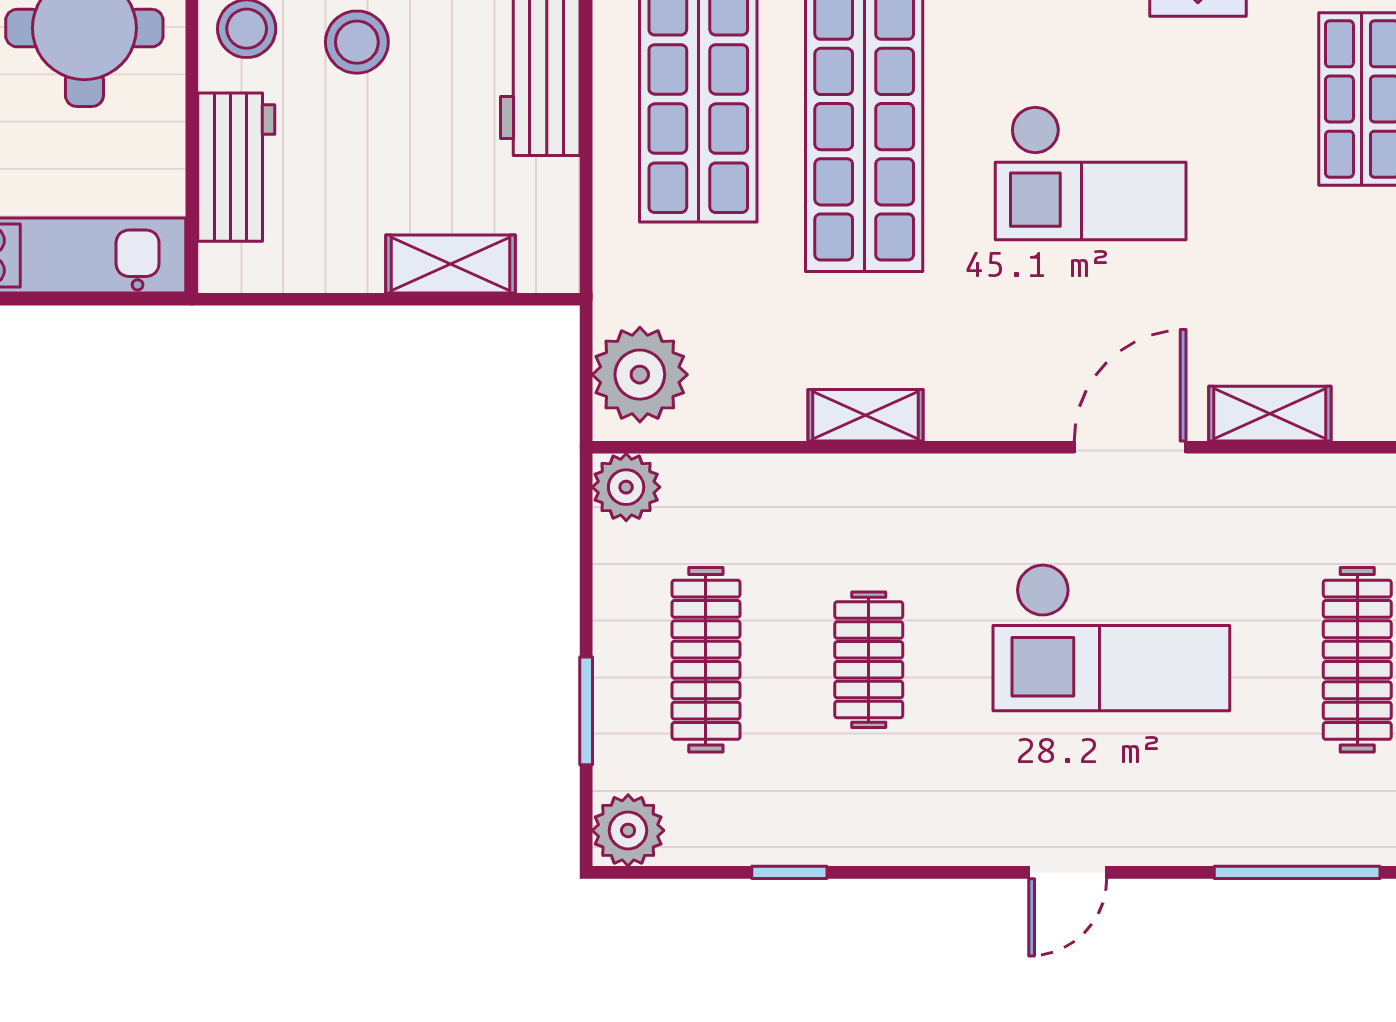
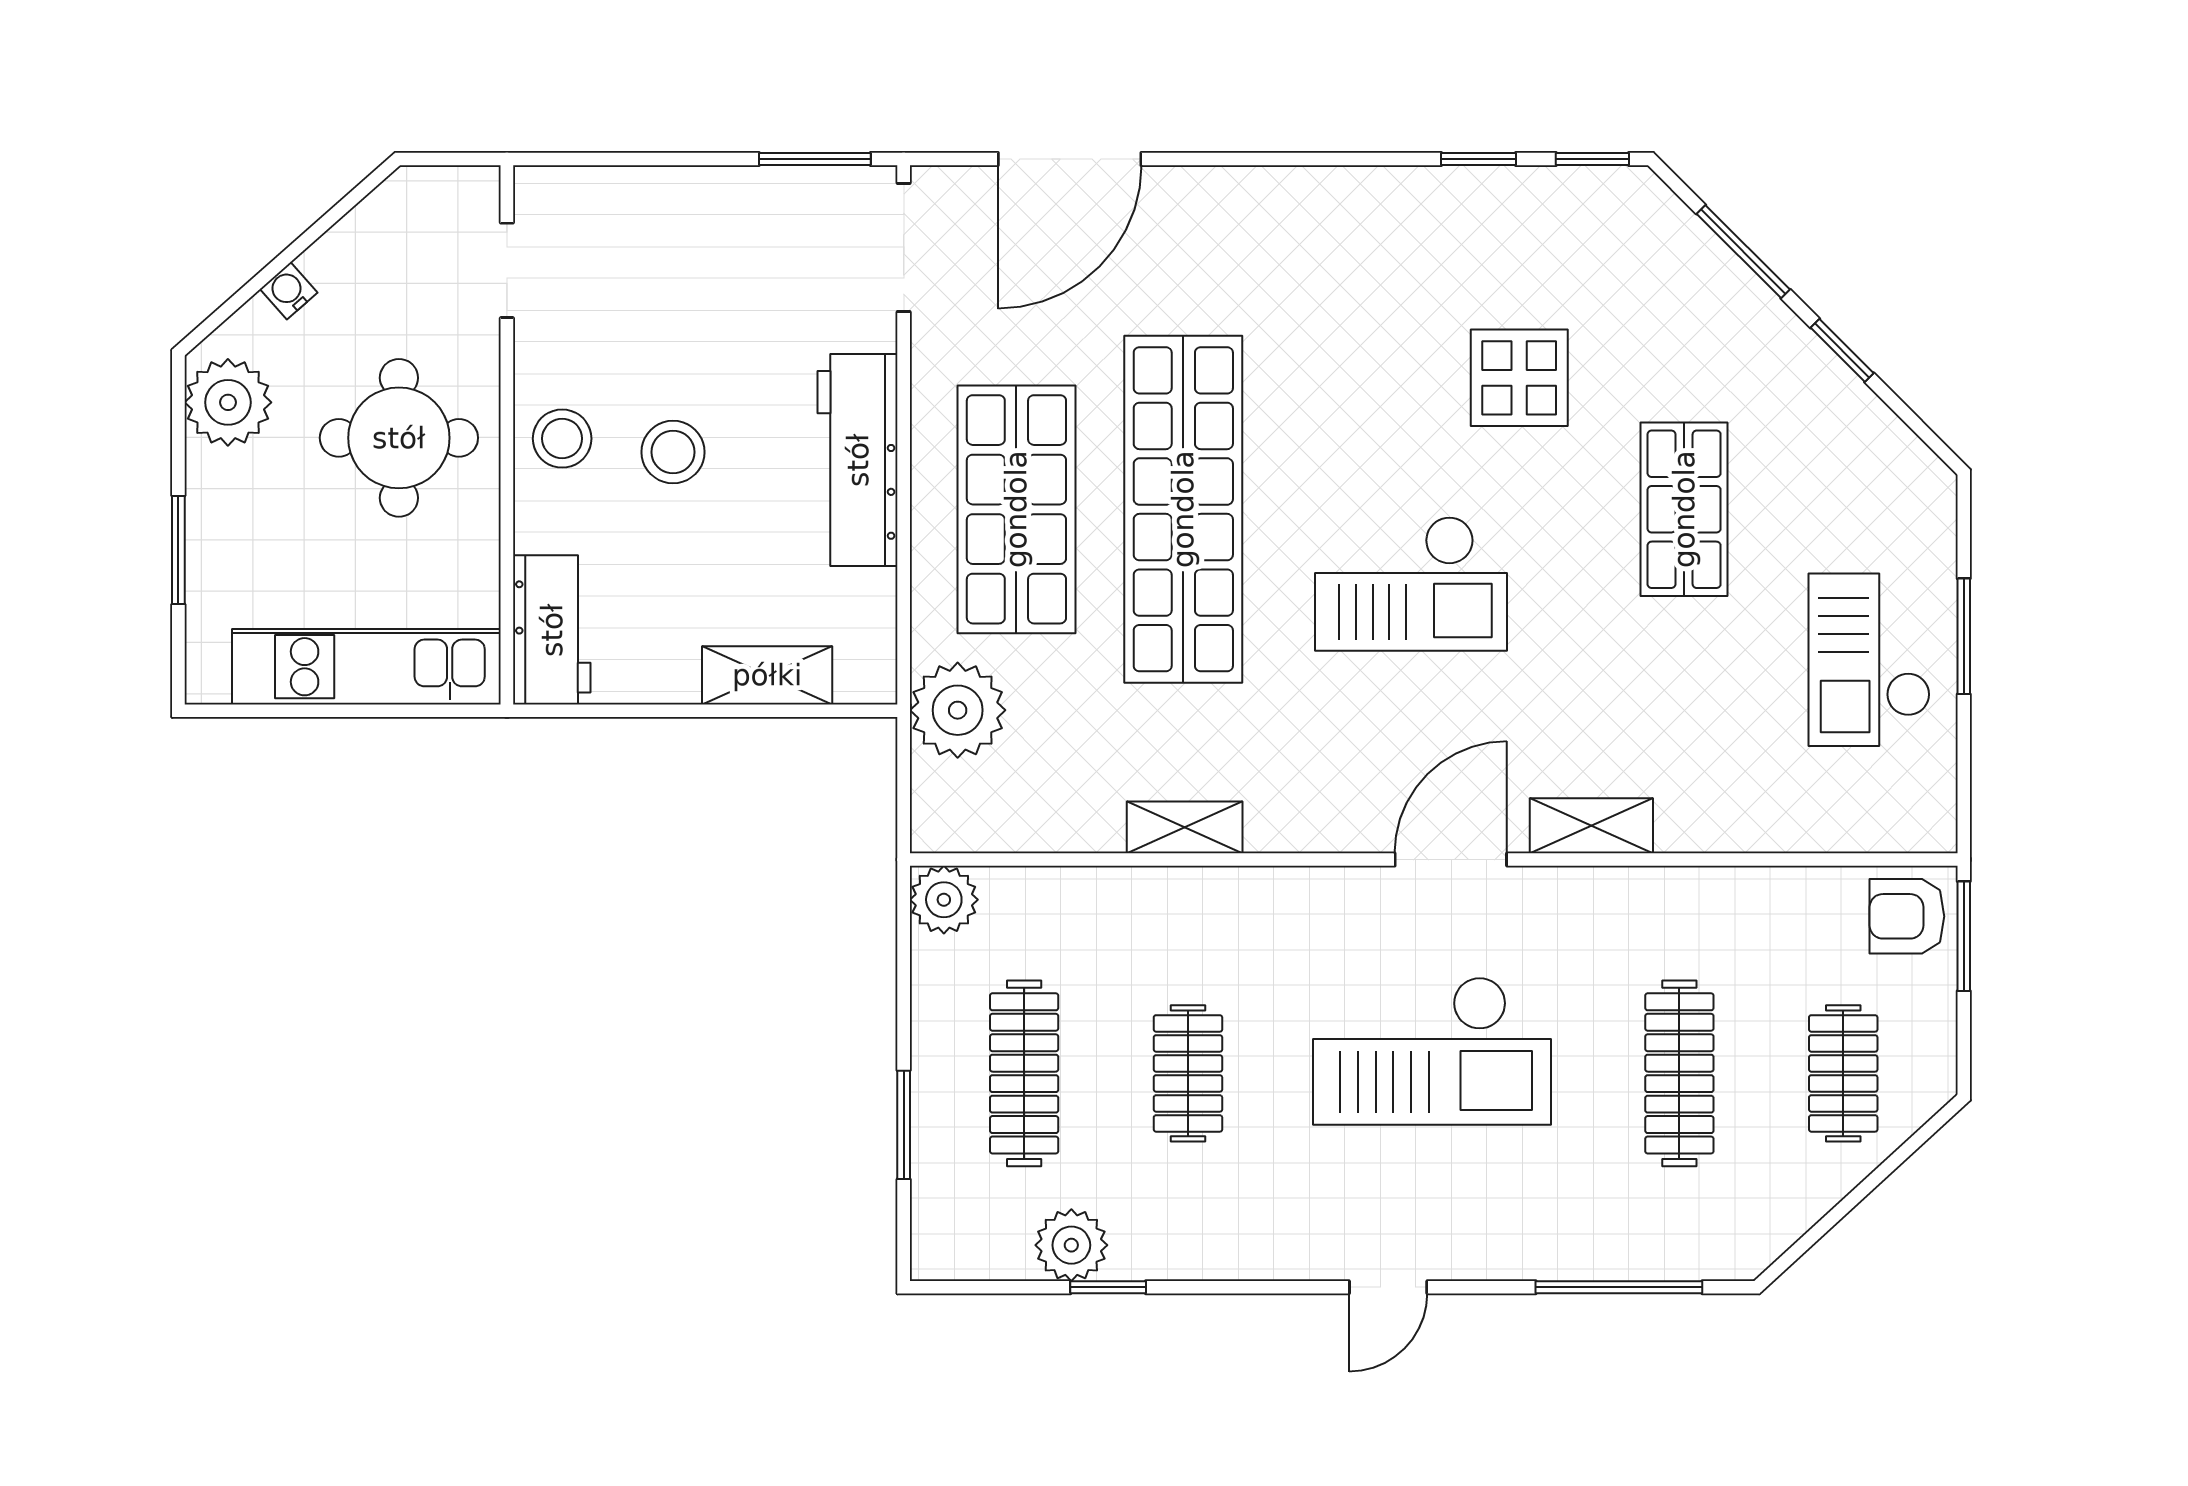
workbench: (236, 167) -> (552, 630), moved
plant: (640, 375) -> (958, 710), moved
plant: (628, 830) -> (1071, 1245), moved

